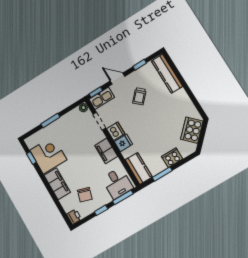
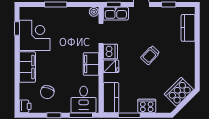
kitchen counter: (167, 74) -> (188, 28), width x0.67
trolley: (139, 96) -> (150, 55), moved

